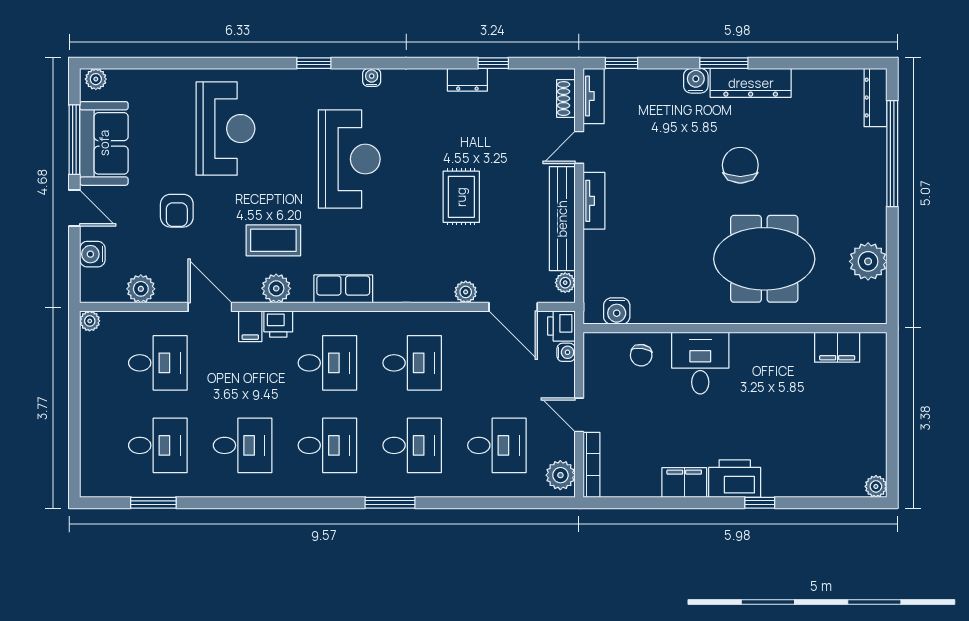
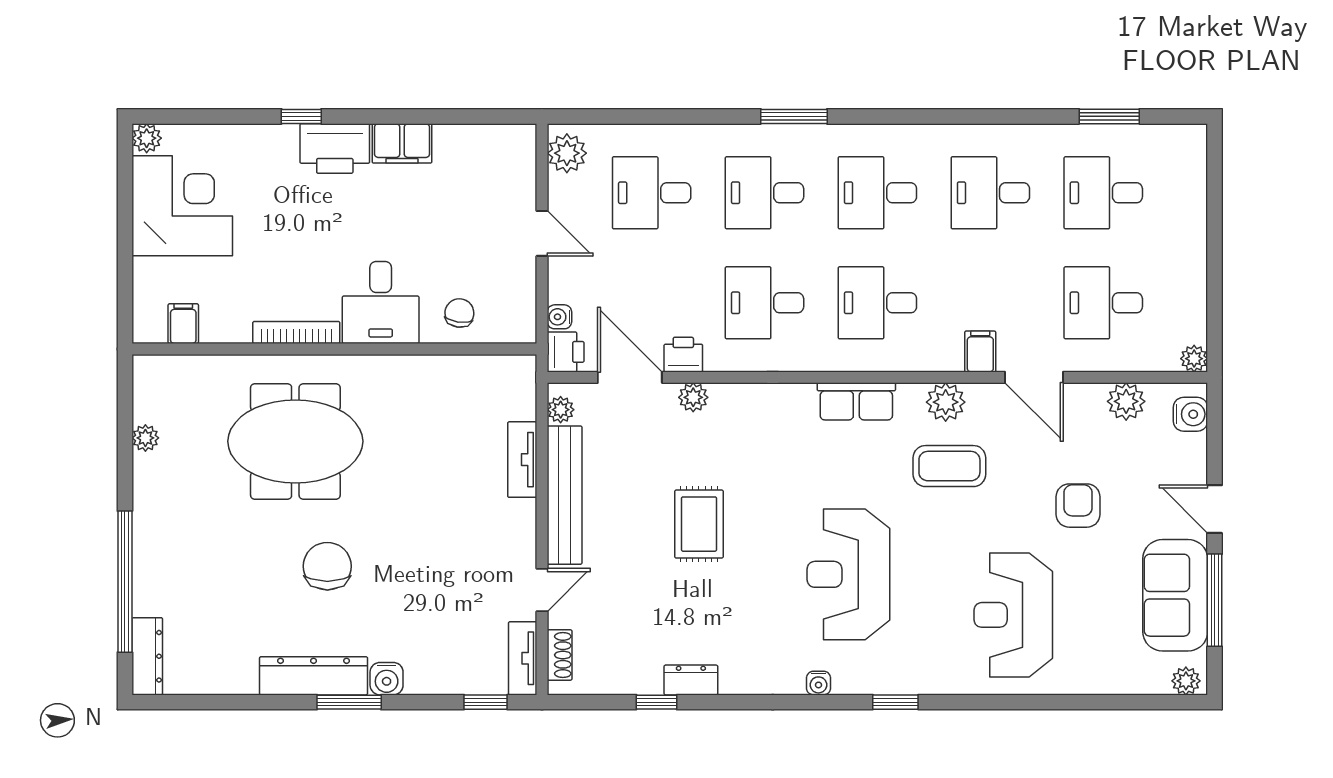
chair: (740, 165) -> (327, 566), turned 180
tv unit: (594, 201) -> (522, 460), moved
water cooler: (92, 254) -> (1190, 414), moved
plant: (868, 261) -> (145, 438), width x0.53, depth x0.53
water cooler: (617, 311) -> (492, 372), removed
printer: (278, 324) -> (683, 355), moved
filing cabinet: (837, 347) -> (183, 324), width x0.50
corner desk: (849, 436) -> (182, 206), added
bookcase: (591, 465) -> (296, 333), moved, turned 90

